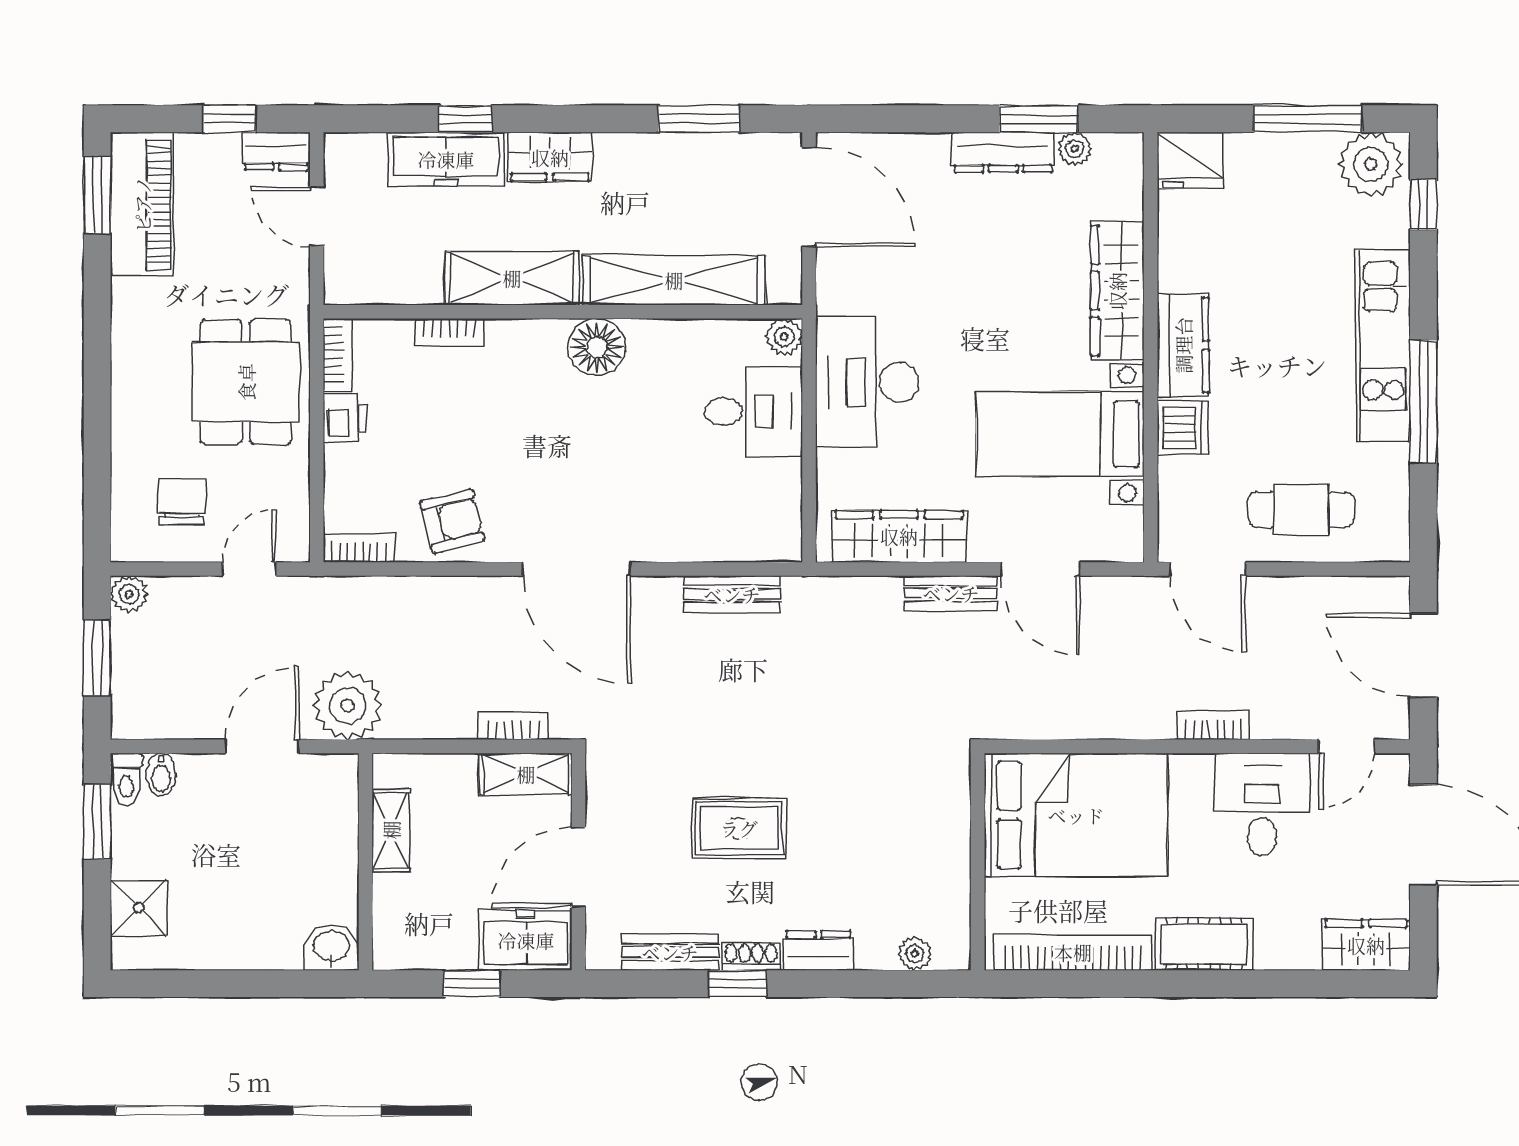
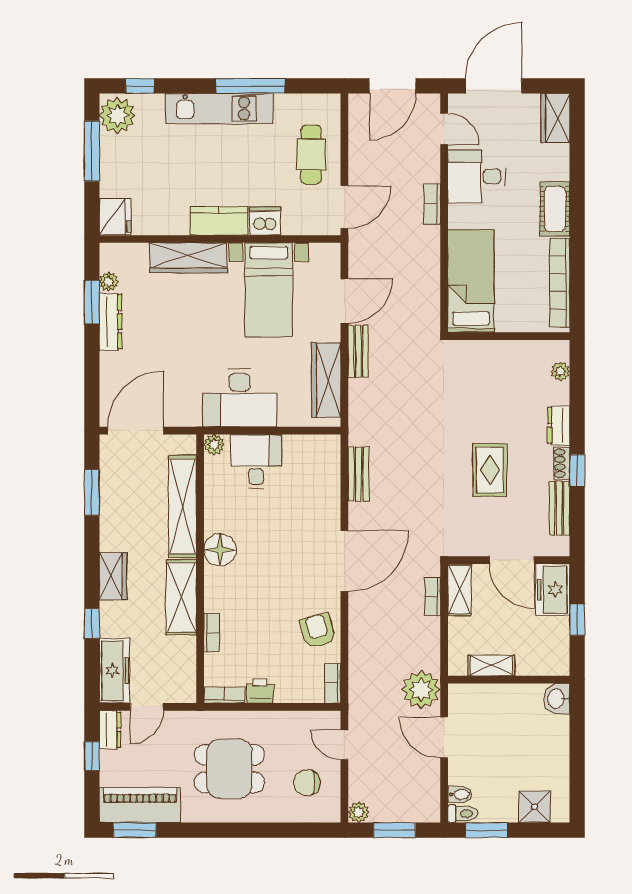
freezer: (446, 159) -> (114, 671), moved
dining table: (246, 382) -> (229, 769), moved
bed: (1076, 815) -> (471, 281), width x0.67

